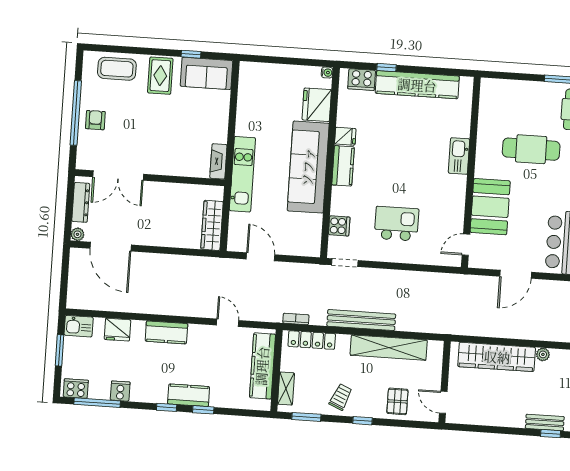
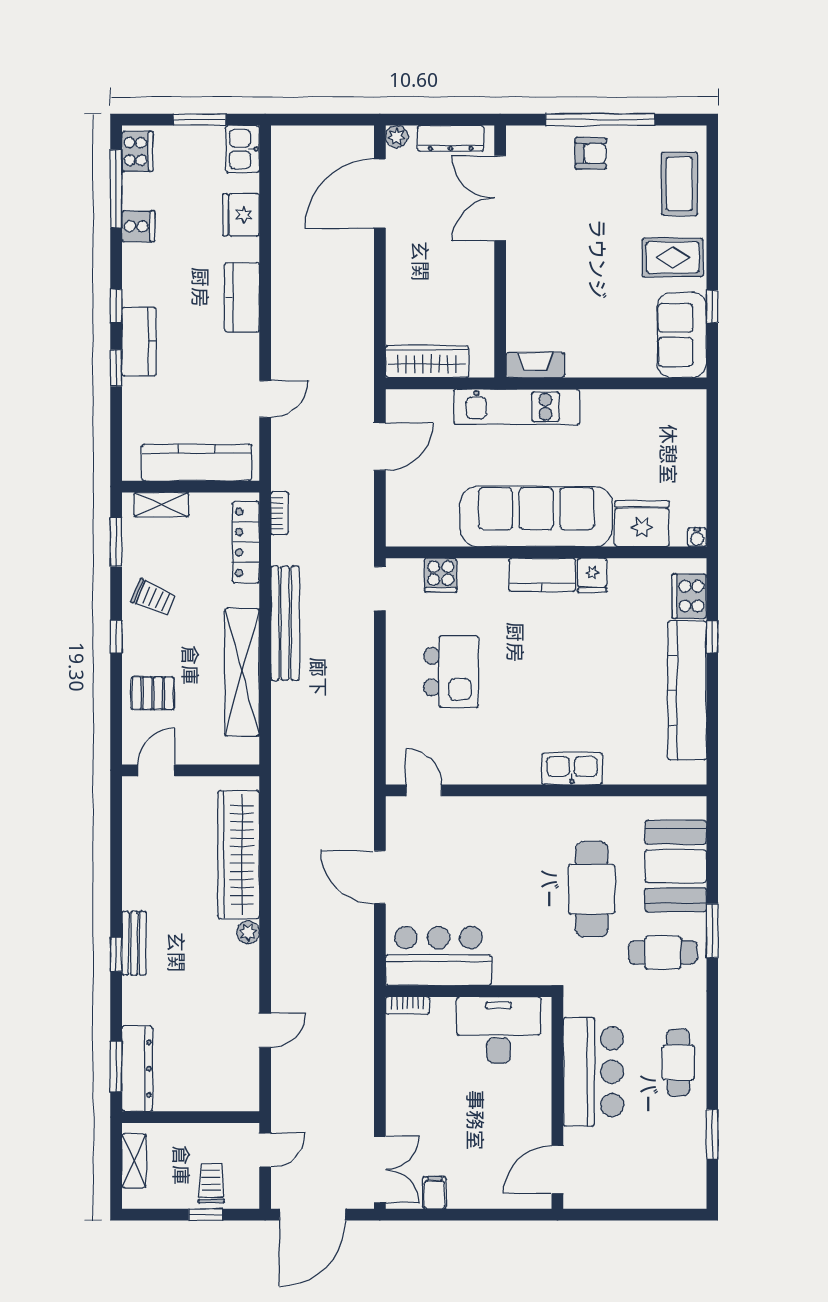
booth: (490, 207) -> (676, 866), moved, turned 90

